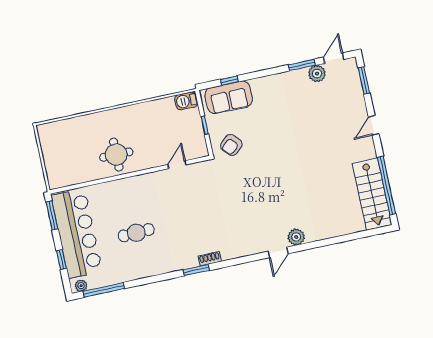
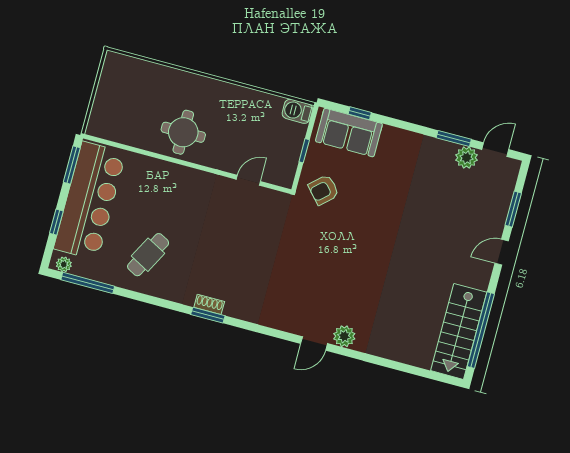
window: (364, 80) -> (513, 209), moved
cafe table: (136, 233) -> (148, 255), moved, turned -60
shoe rack: (210, 259) -> (209, 304), moved

